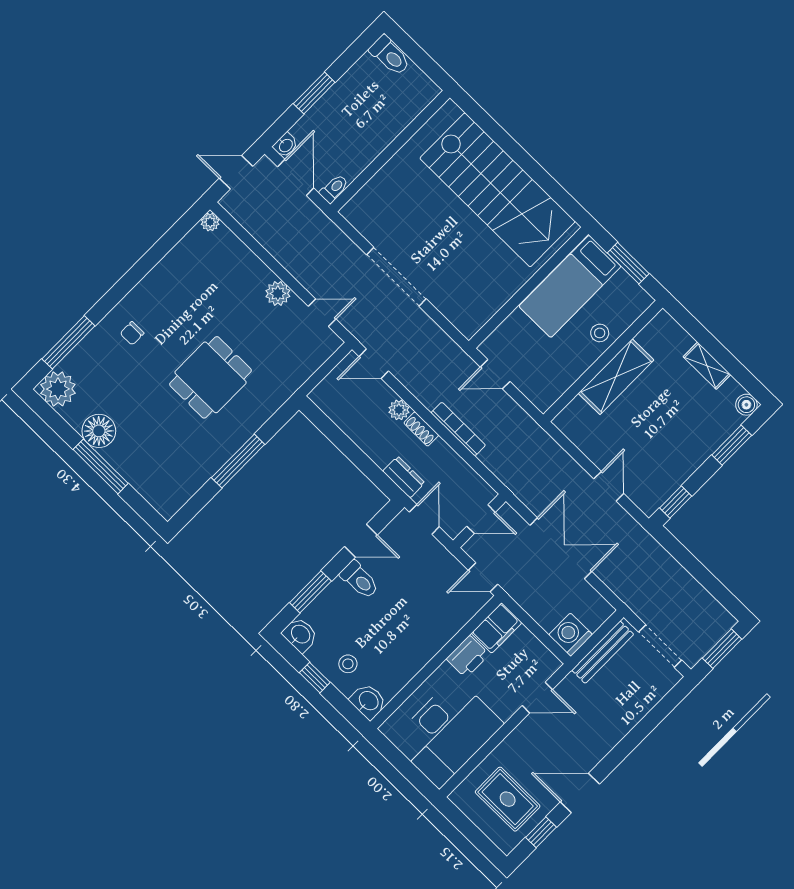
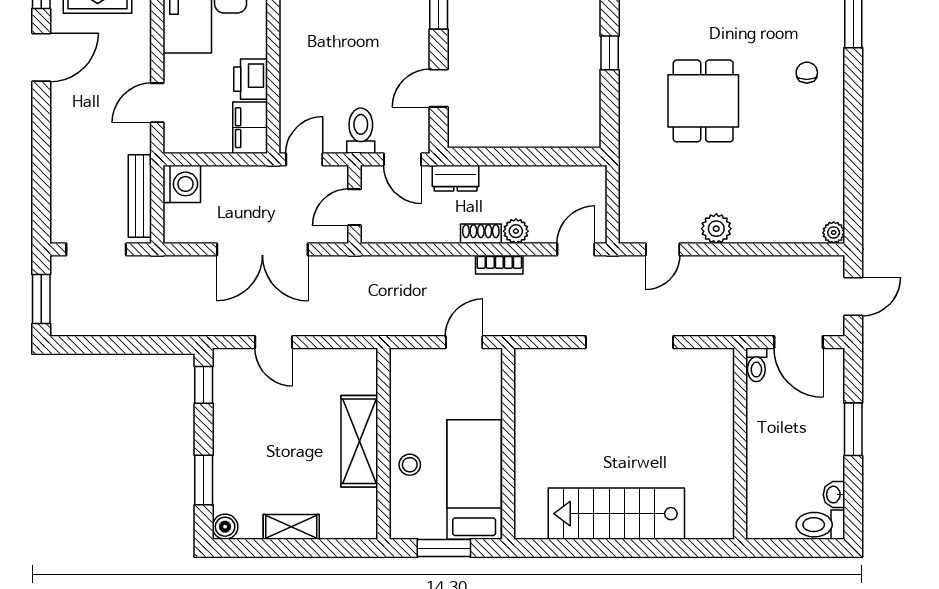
washbasin: (286, 145) -> (834, 495), moved
stairs: (498, 190) -> (616, 514), width x0.73, depth x0.66
bookcase: (458, 429) -> (499, 265), moved, width x0.64
window: (238, 461) -> (610, 53), width x0.46
toilet: (359, 580) -> (361, 131), moved, turned 90

